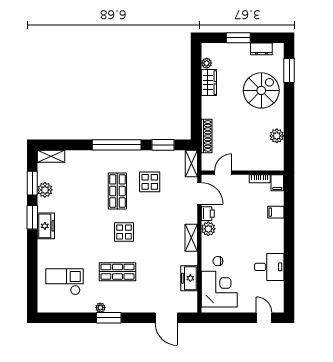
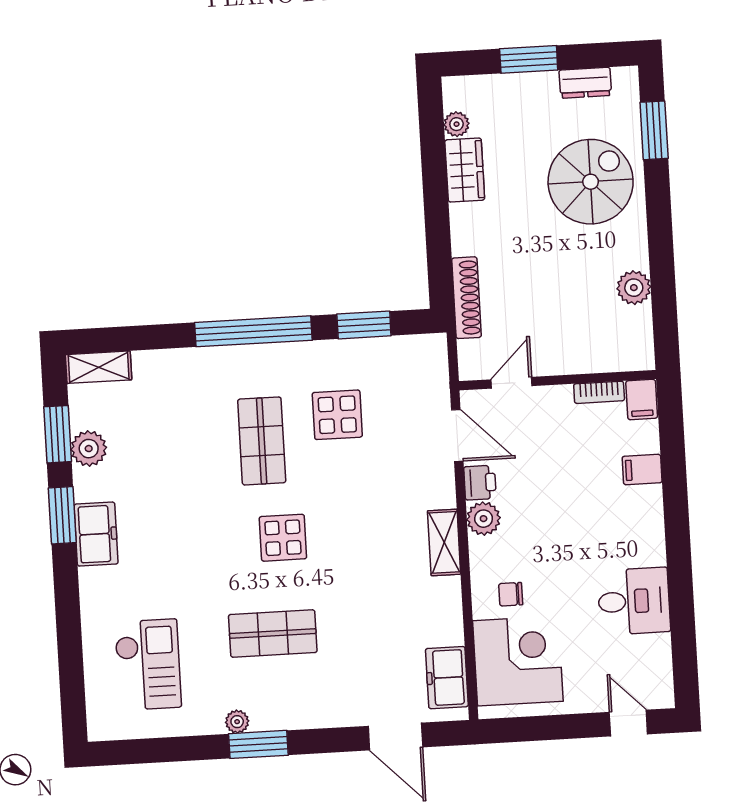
shelving: (191, 163) -> (434, 365), removed
freezer: (189, 278) -> (447, 678), moved
checkout: (64, 282) -> (148, 665), turned 90

